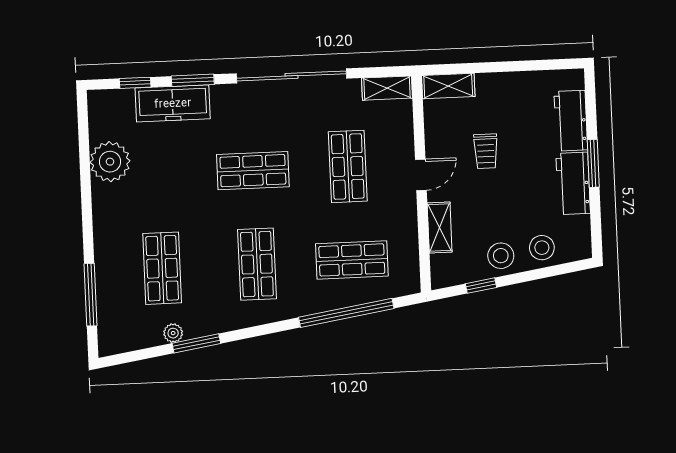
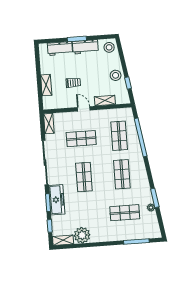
shelving: (448, 86) -> (46, 85), moved
freezer: (173, 103) -> (57, 200), moved
shelving: (99, 115) -> (63, 240), added
stool: (542, 248) -> (109, 47), moved
shop shelf: (257, 264) -> (122, 174), turned 90

